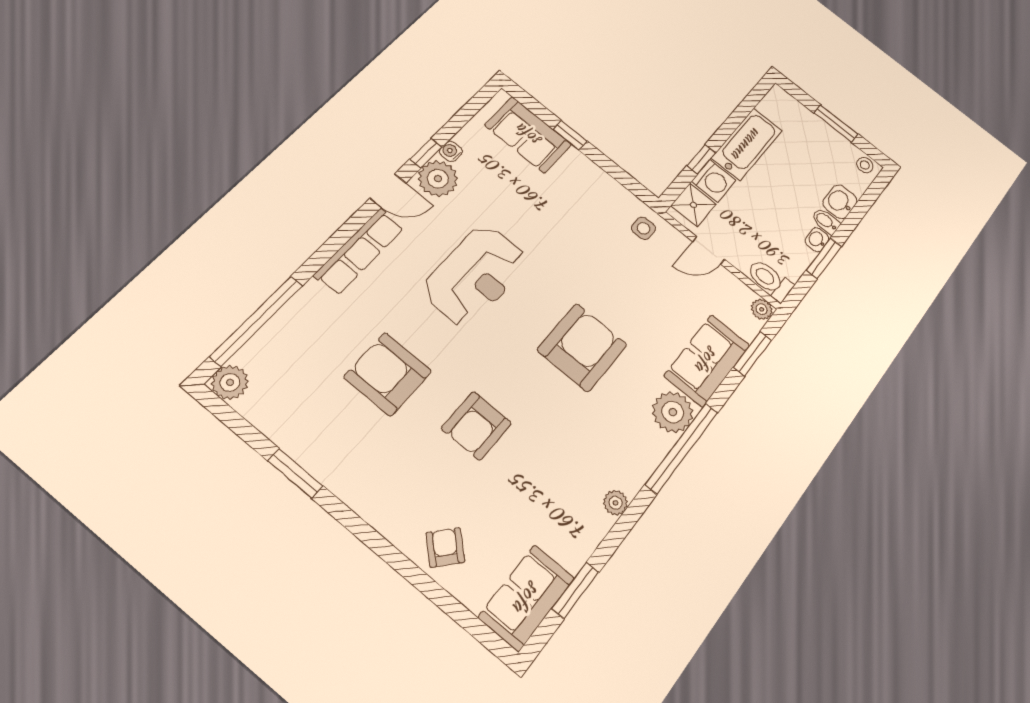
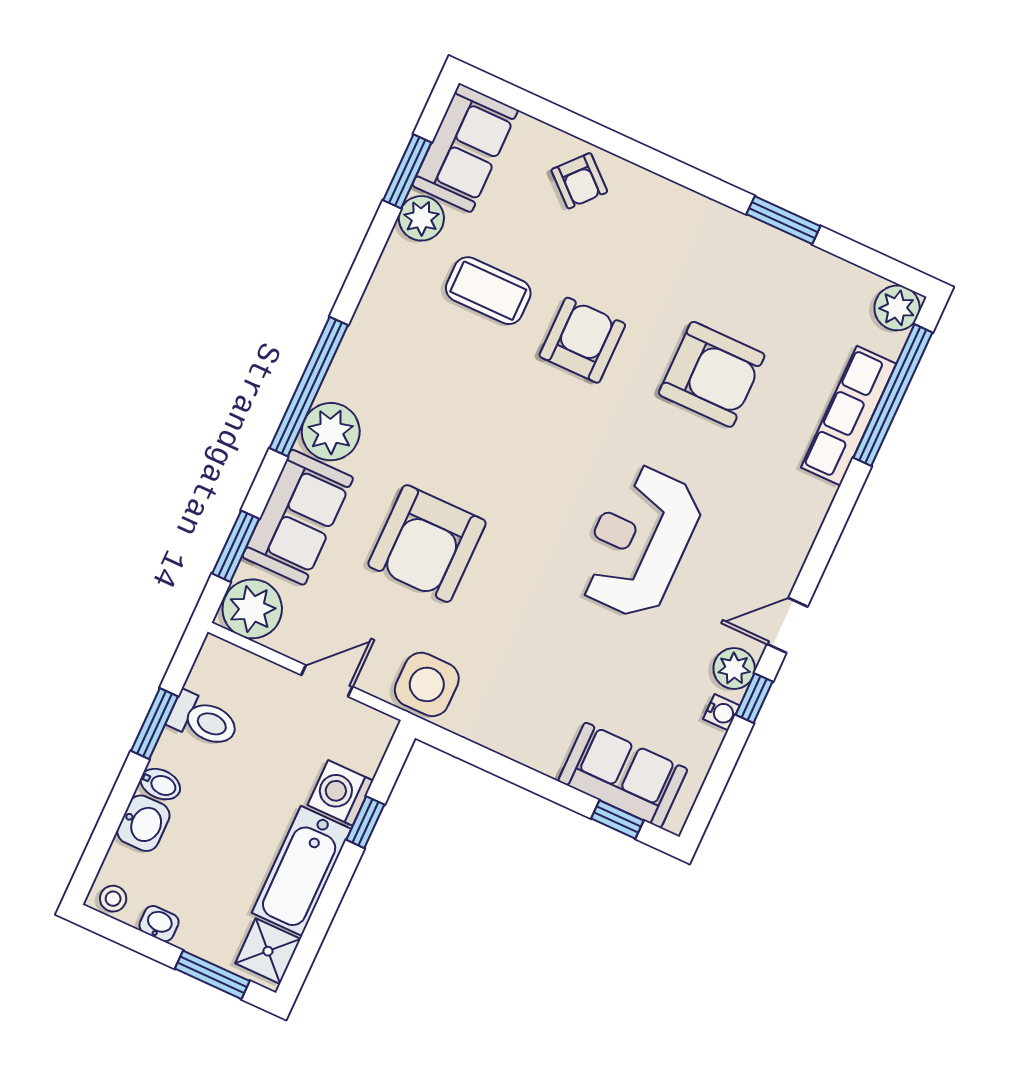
window: (836, 123) -> (212, 975), moved
window: (570, 135) -> (617, 820), moved
plant: (438, 179) -> (734, 668), width x0.73, depth x0.73
shower: (693, 205) -> (268, 951), moved
side table: (643, 228) -> (427, 684), width x1.87, depth x1.87
washbasin: (817, 240) -> (159, 924), moved, turned -90
row of seats: (359, 251) -> (849, 416), moved
toilet: (770, 280) -> (203, 720), moved
plant: (762, 309) -> (252, 609), width x1.87, depth x1.87
armchair: (582, 347) -> (427, 544), moved
coffee table: (536, 482) -> (488, 291), added
plant: (616, 503) -> (421, 218), moved, width x1.38, depth x1.38

